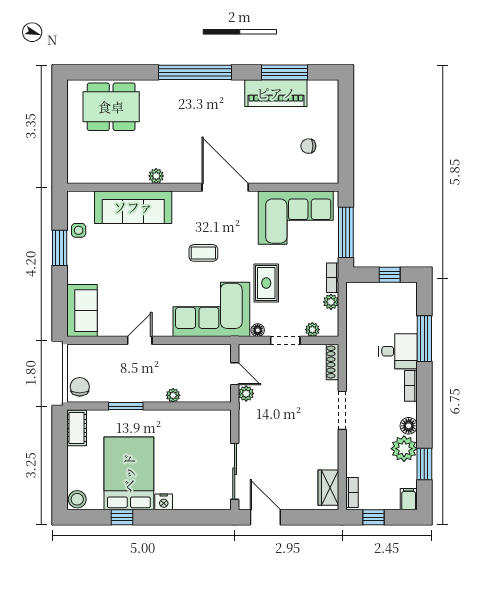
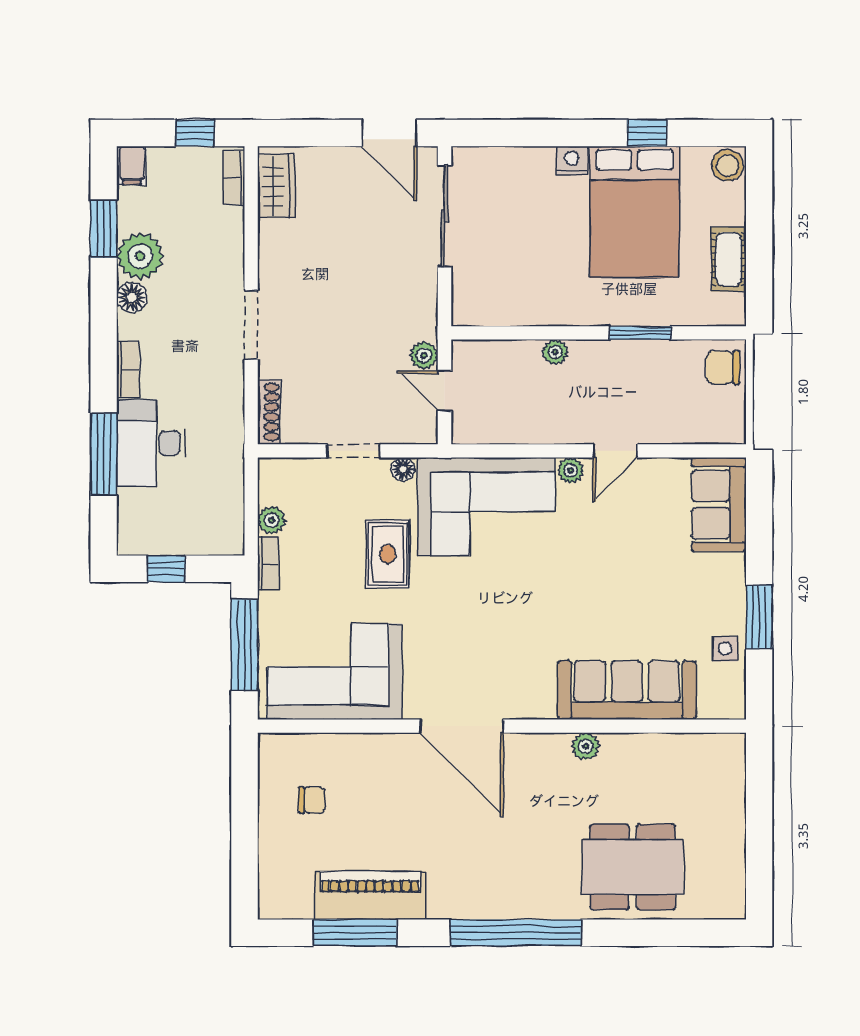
dining table: (111, 107) -> (633, 867), moved
coffee table: (203, 253) -> (501, 608), removed
plant: (312, 330) -> (571, 470), moved
desk: (398, 351) -> (151, 443), width x1.37
chair: (80, 387) -> (723, 367), turned 90
cot: (77, 428) -> (729, 259), moved

